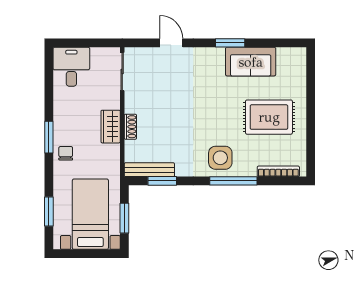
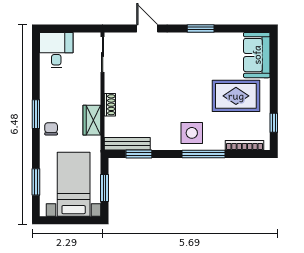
sofa: (251, 62) -> (257, 55), moved, turned 90
wardrobe: (111, 127) -> (92, 120), moved
window: (311, 147) -> (274, 123), added

